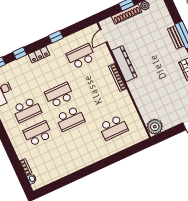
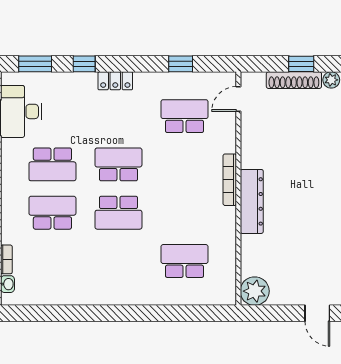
window: (56, 37) -> (181, 64), moved
dresser: (124, 64) -> (252, 201), moved
school desk: (114, 128) -> (185, 261), turned 180

